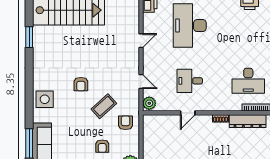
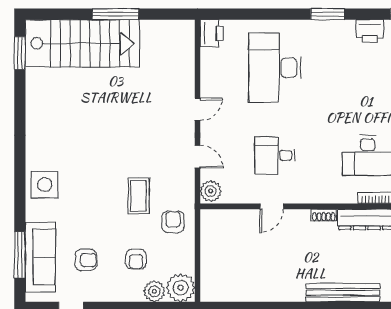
window: (29, 37) -> (20, 53), moved
door: (141, 41) -> (198, 109), moved
armchair: (81, 84) -> (86, 260), moved, turned -90
coffee table: (104, 106) -> (139, 196), turned -48

